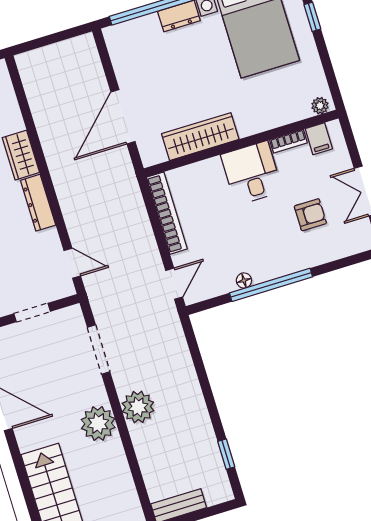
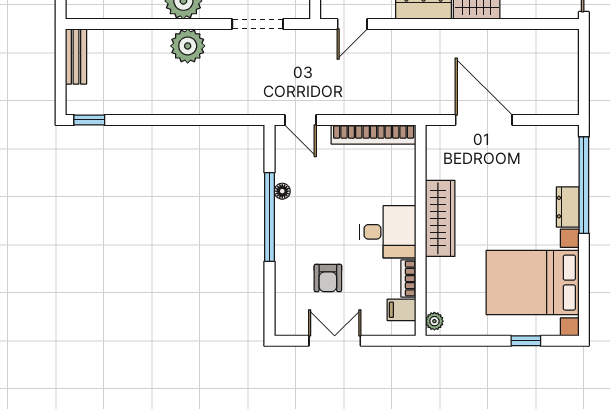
wardrobe: (200, 137) -> (440, 218), moved
window: (226, 454) -> (89, 120), moved

